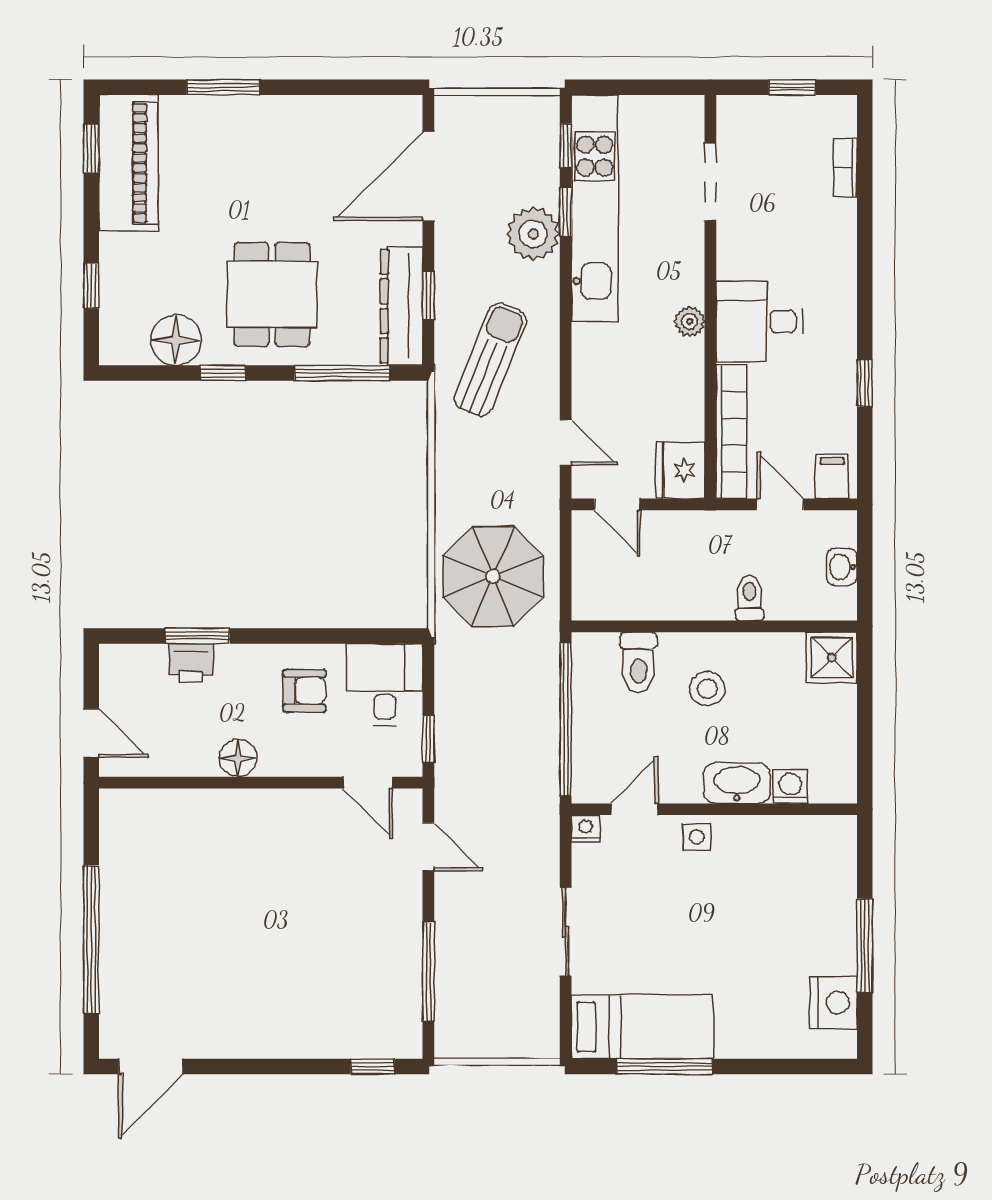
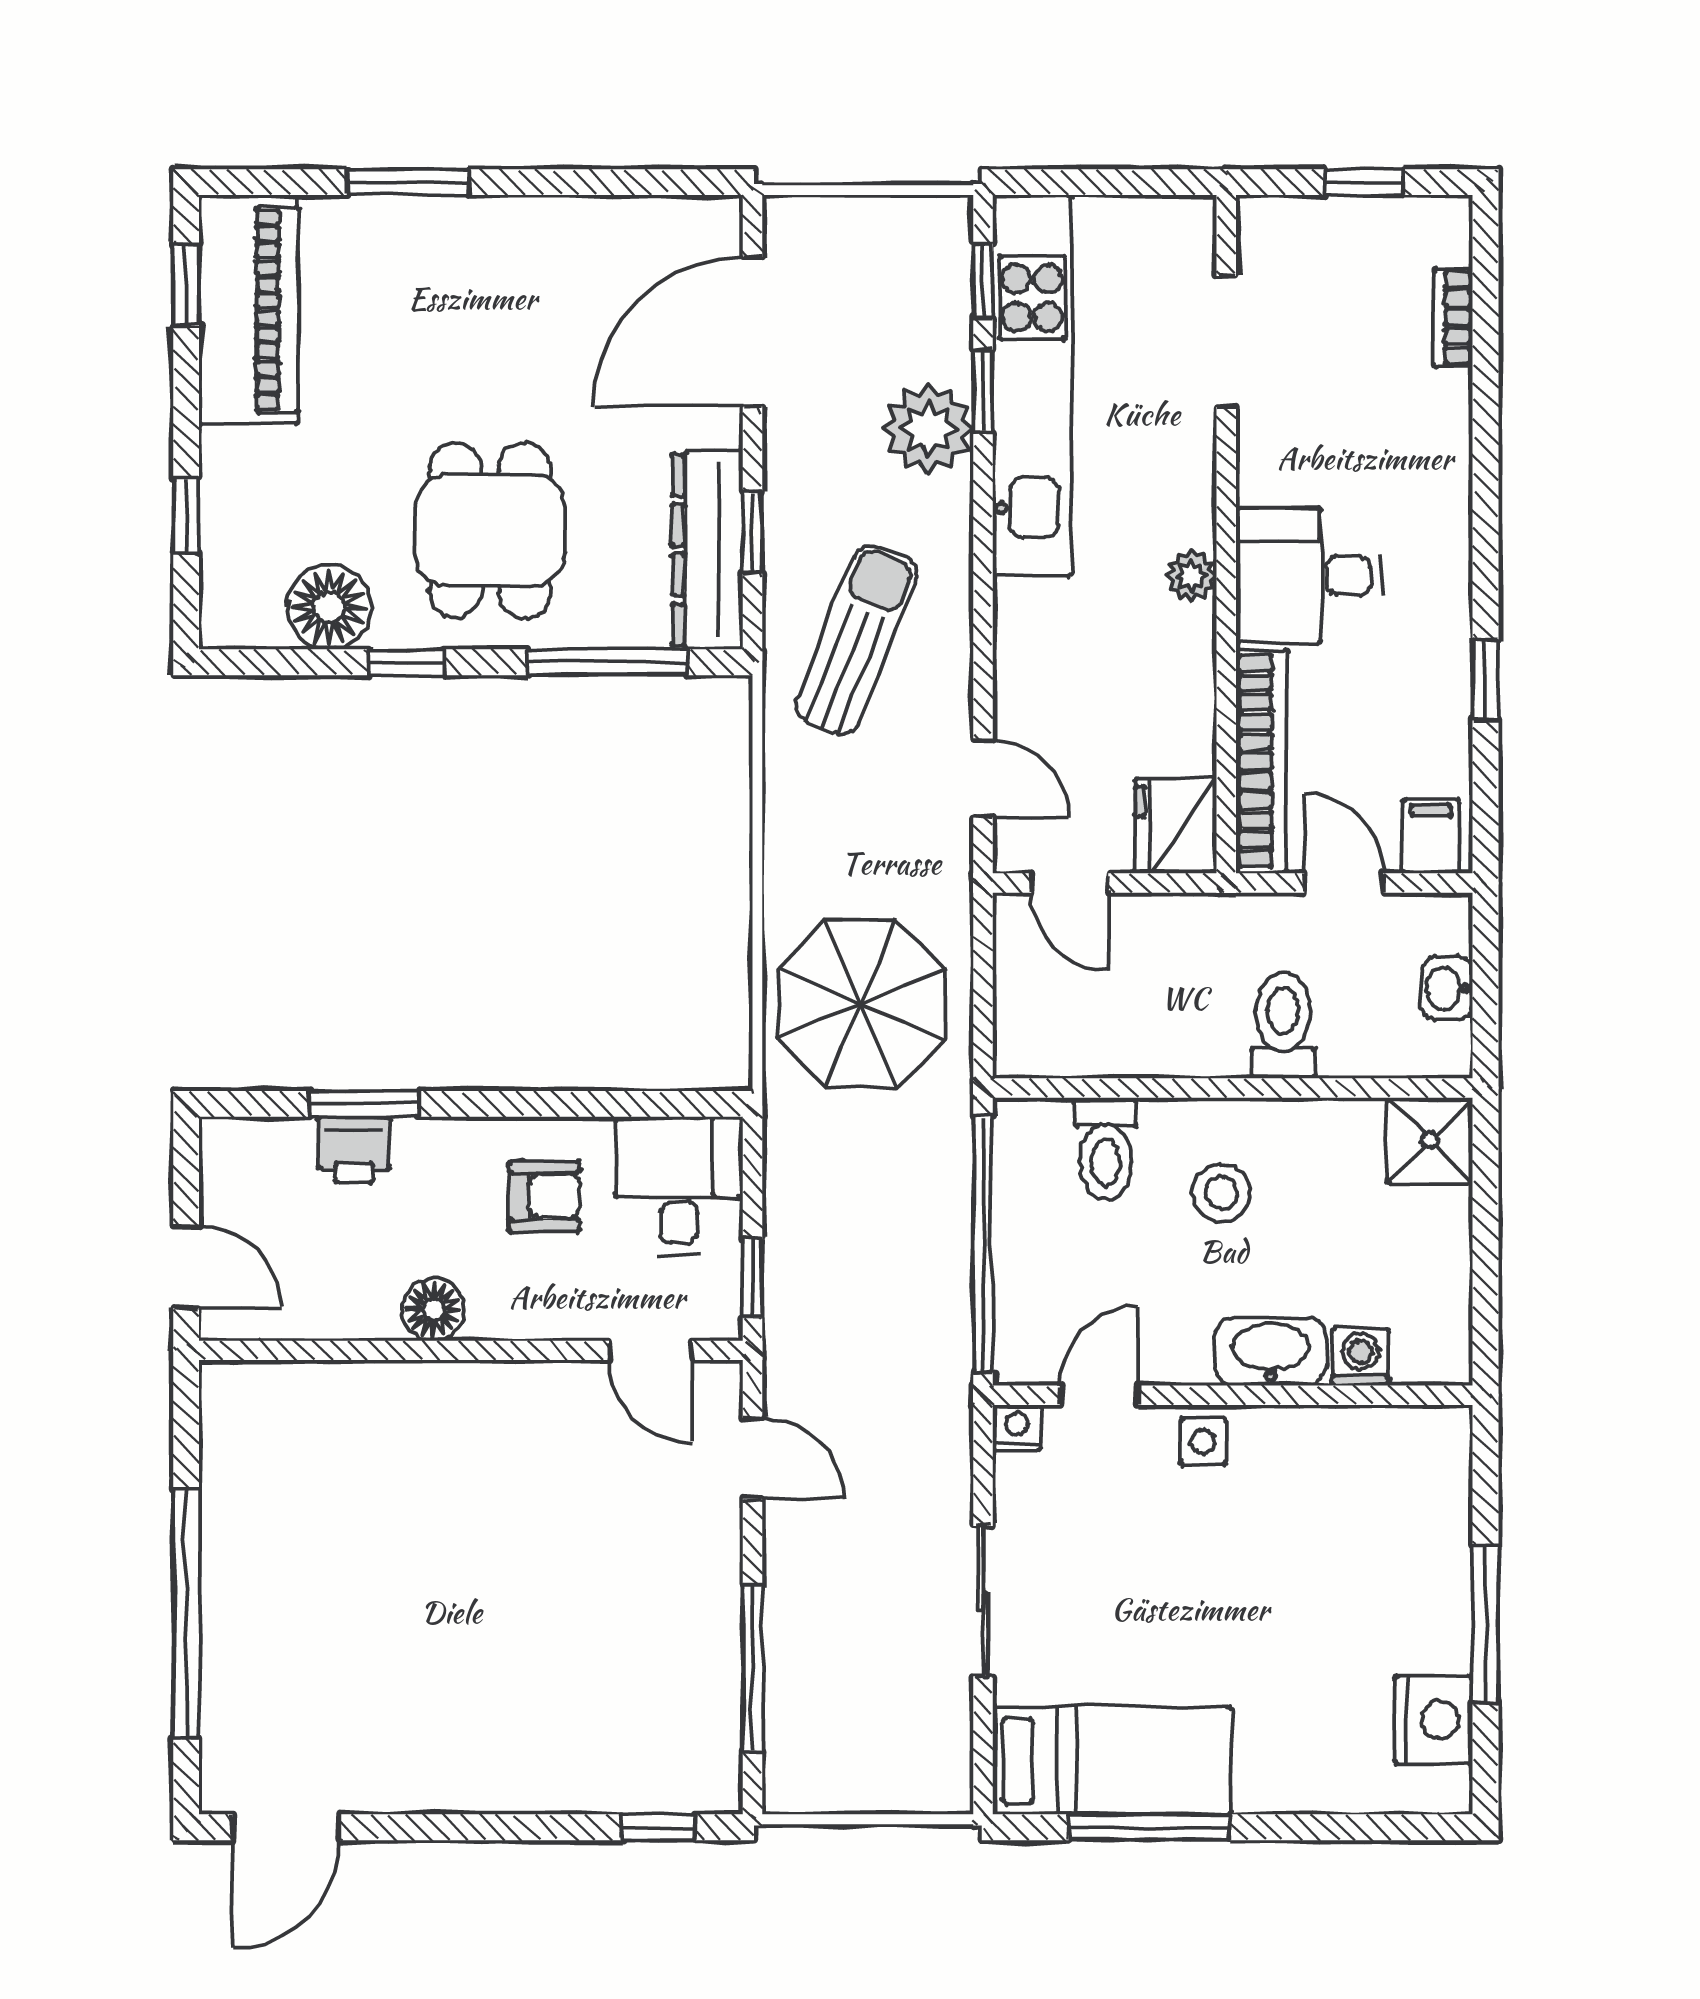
toilet: (749, 598) -> (1283, 1025), width x1.37, depth x1.39

